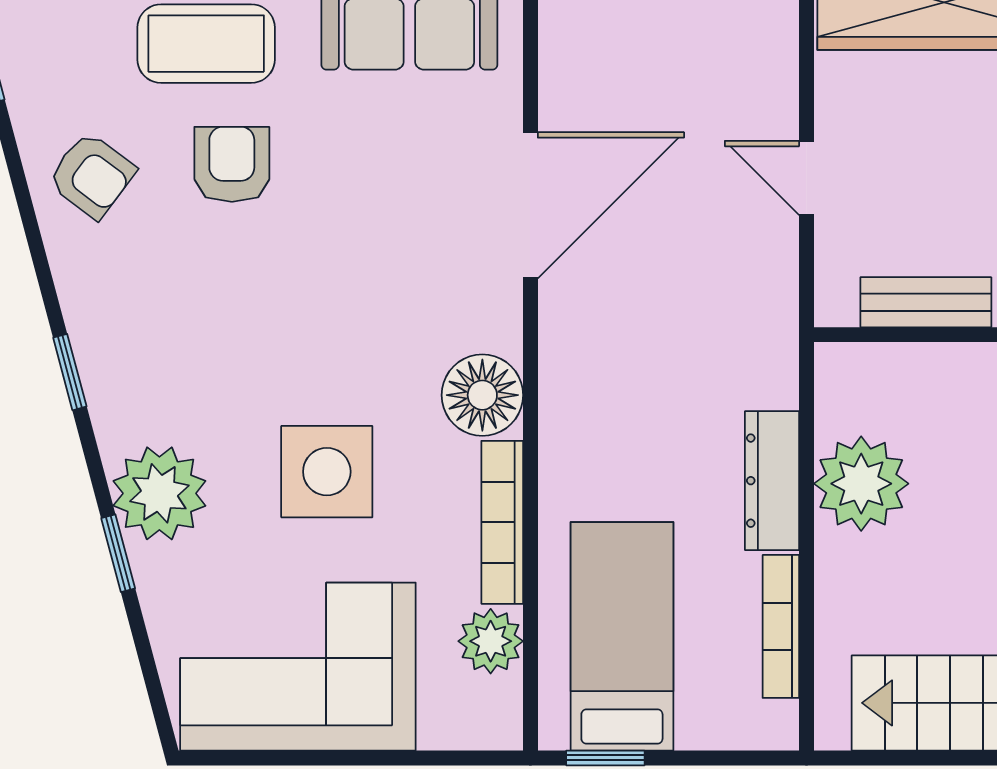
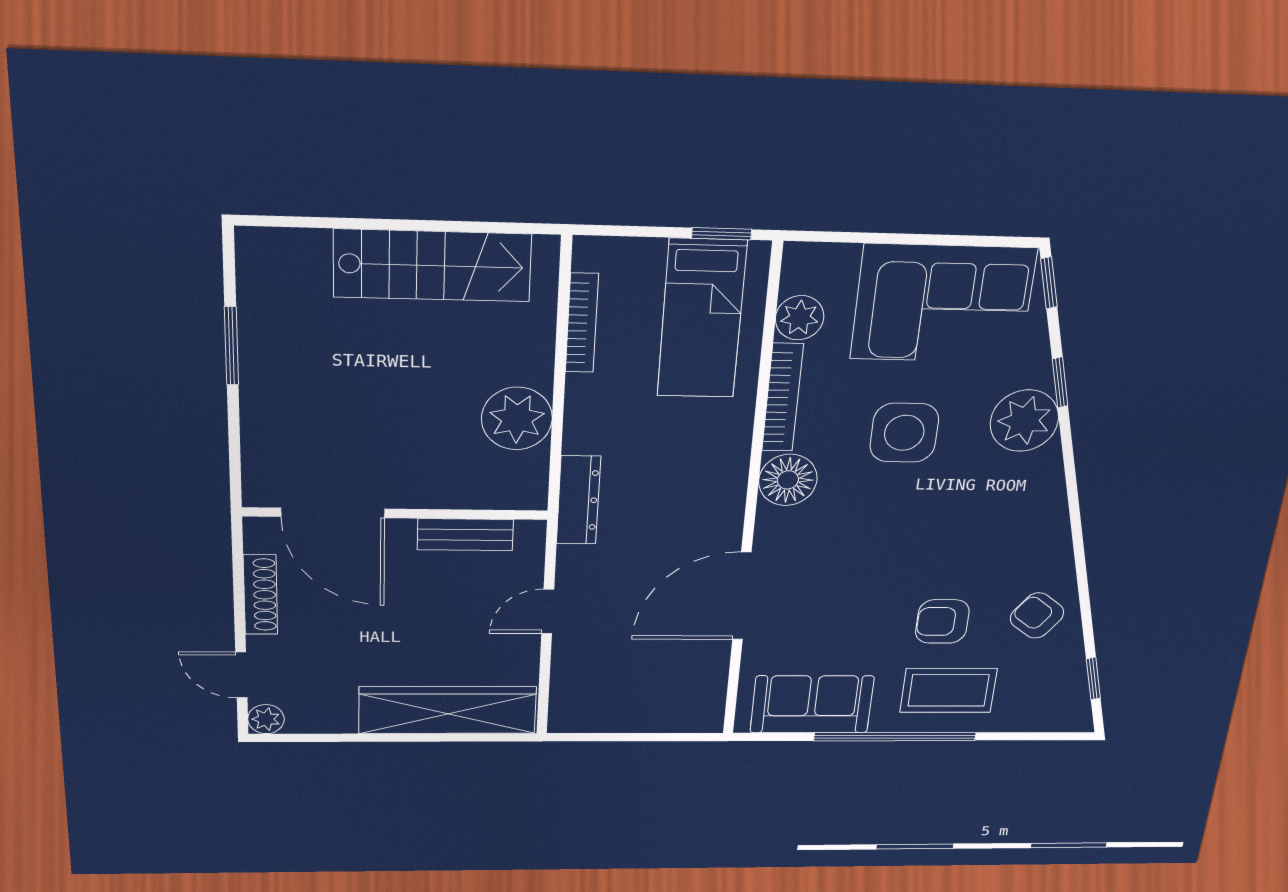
armchair: (232, 164) -> (942, 621), turned 90
door: (806, 178) -> (548, 611), swing flipped
window: (70, 372) -> (1049, 283), moved
dresser: (772, 481) -> (578, 500), moved

